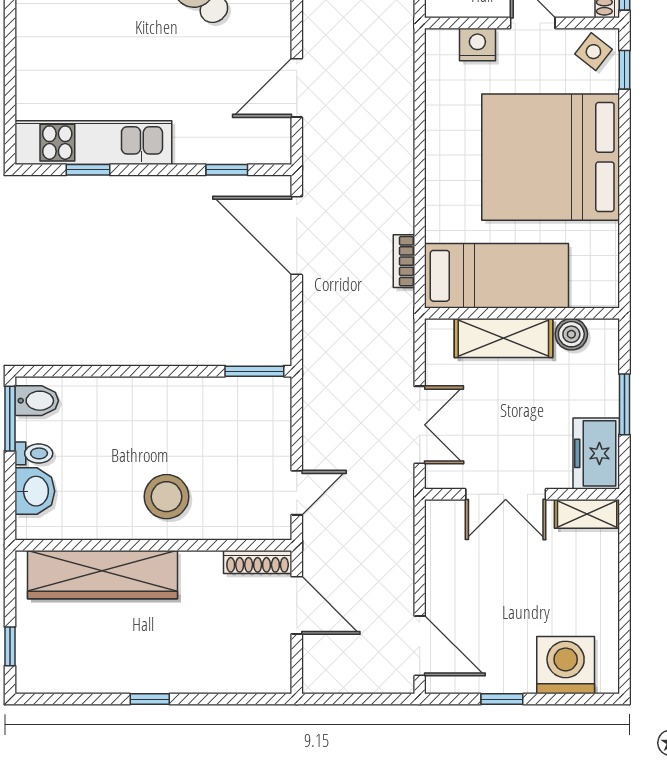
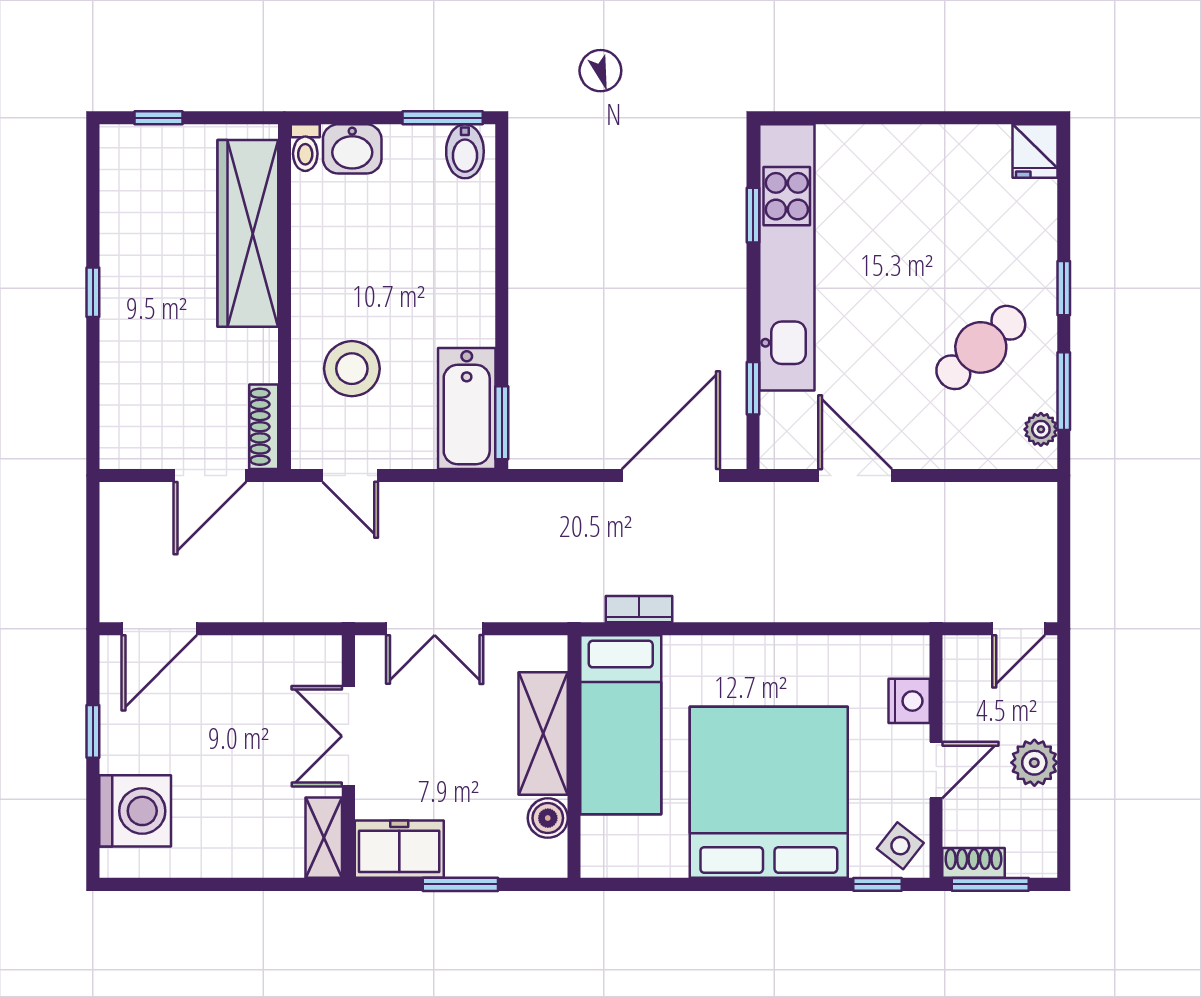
kitchen unit: (93, 143) -> (787, 257), width x1.36
bathtub: (243, 399) -> (467, 408), added
toilet: (34, 453) -> (305, 148), moved
stool: (167, 497) -> (352, 369), moved

